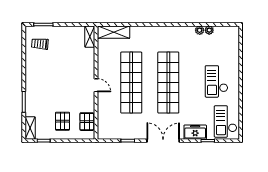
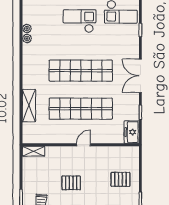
shelving: (114, 32) -> (29, 106), moved
checkout: (216, 81) -> (80, 21), turned 180
pallet: (87, 122) -> (71, 183), moved
freezer: (195, 132) -> (132, 132), moved

